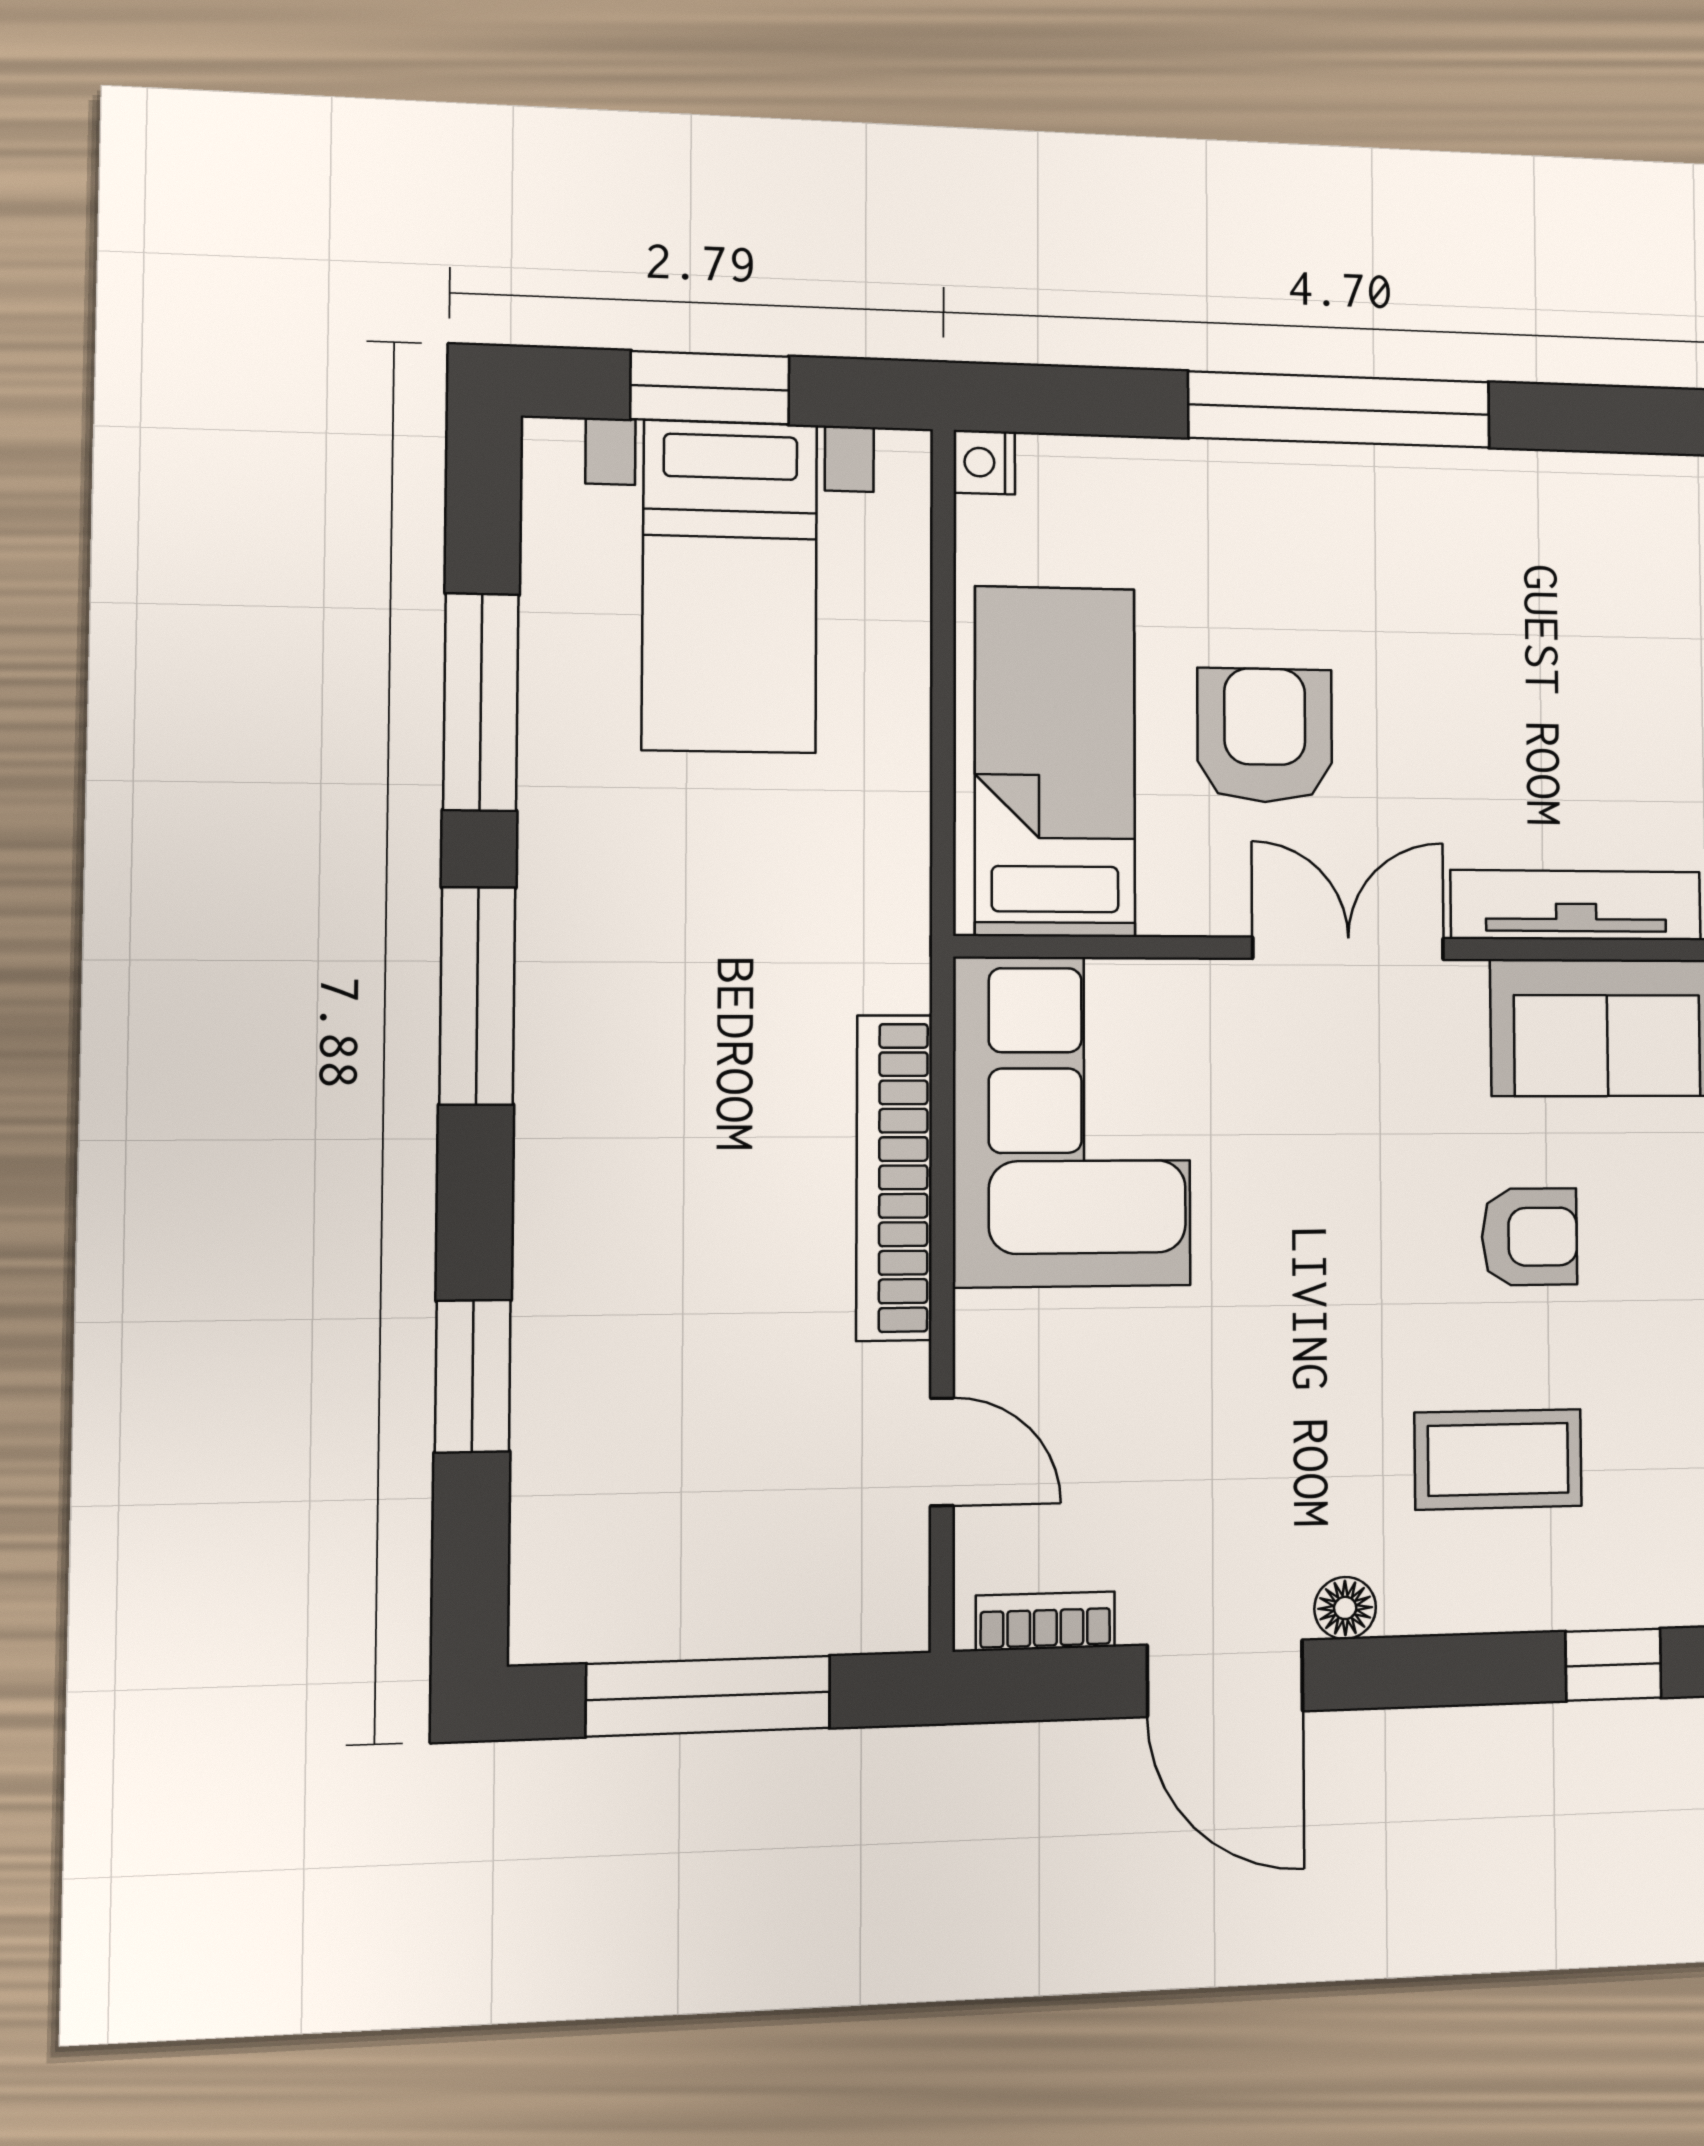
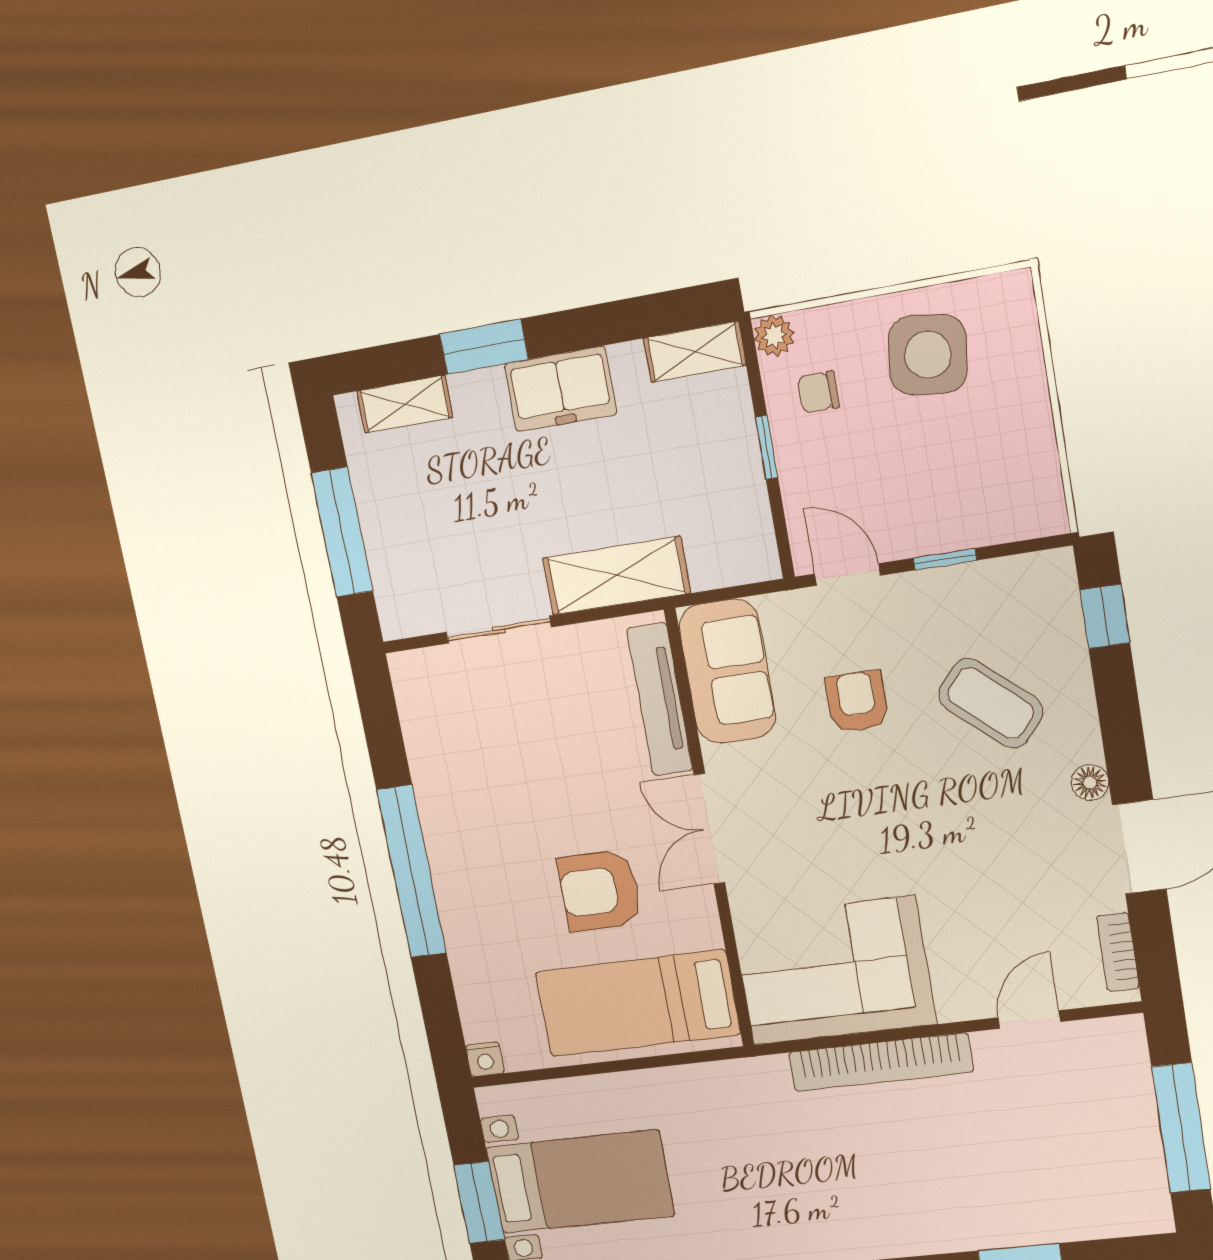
coffee table: (1498, 1459) -> (991, 703), turned -49

